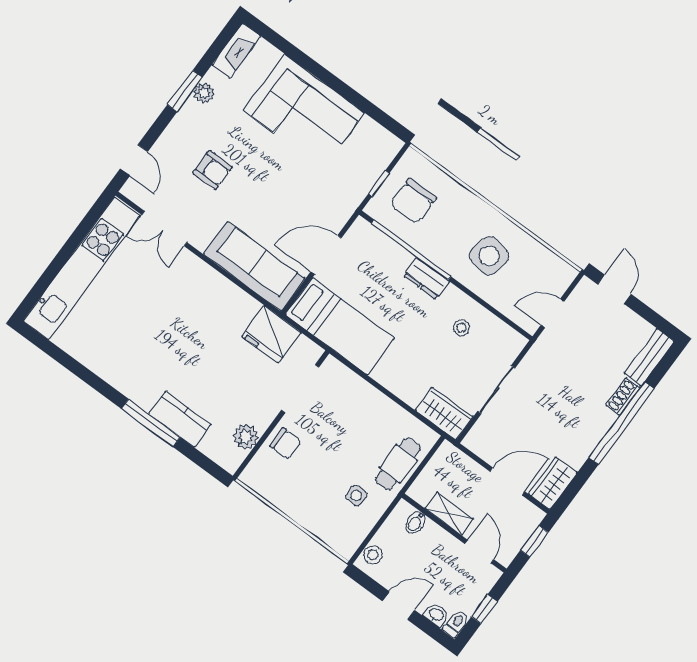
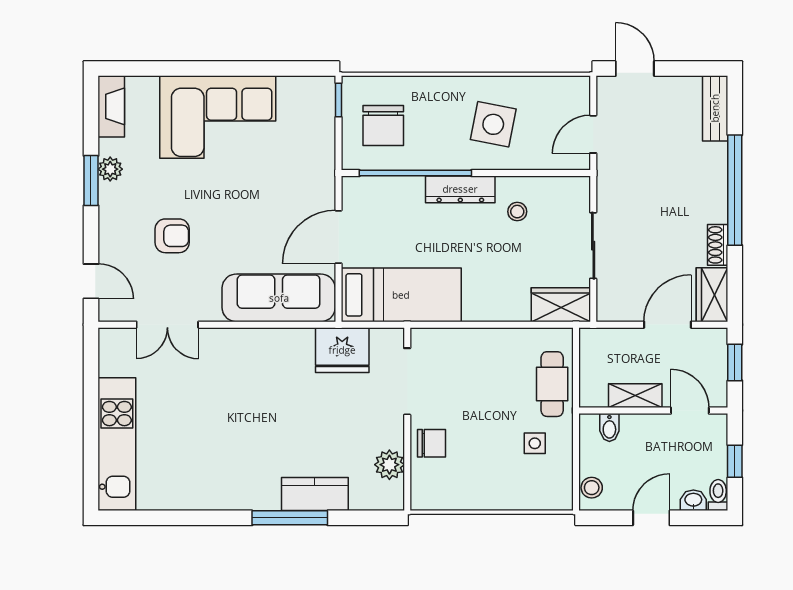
window: (379, 183) -> (338, 100), moved
kitchen unit: (82, 268) -> (117, 444), width x0.73
dresser: (426, 279) -> (460, 189), width x1.44
shoe rack: (623, 397) -> (718, 245), moved

